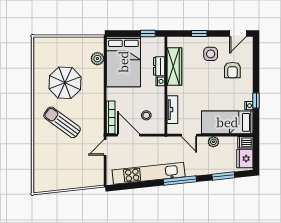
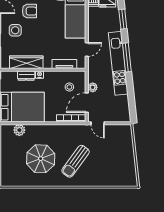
plant: (213, 142) -> (93, 87), moved
kitchen unit: (149, 173) -> (118, 63), moved

